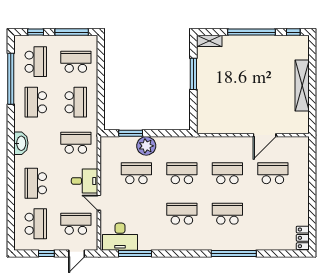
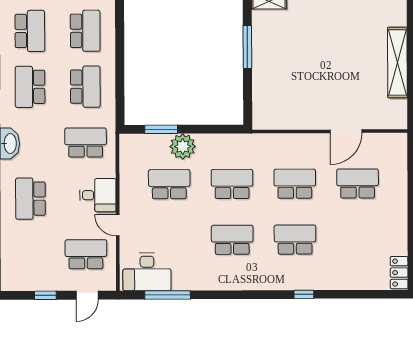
school desk: (76, 62) -> (85, 31), turned 90
school desk: (36, 224) -> (31, 254), removed
window: (234, 253) -> (304, 294), width x0.32

